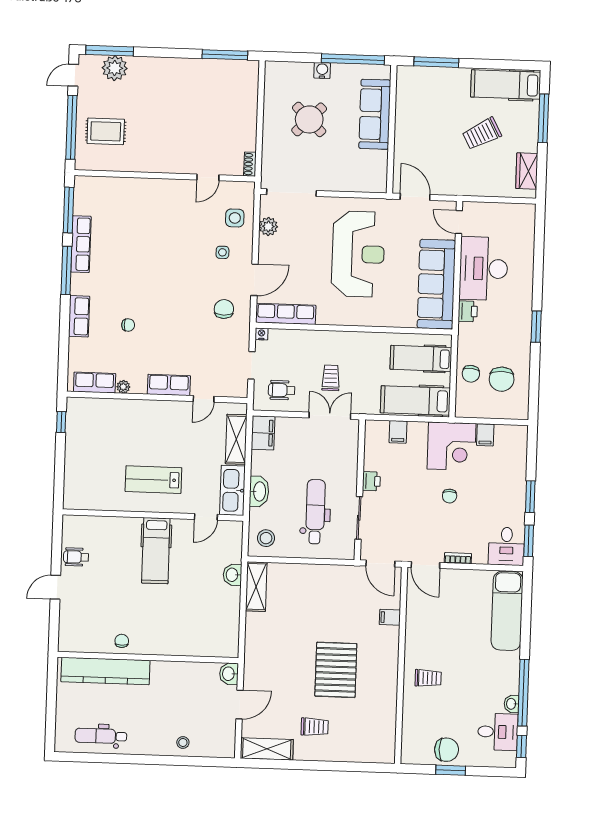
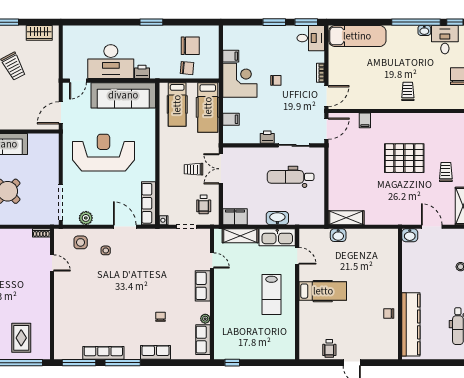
chair: (224, 309) -> (147, 248), removed
stool: (266, 538) -> (311, 212), removed

